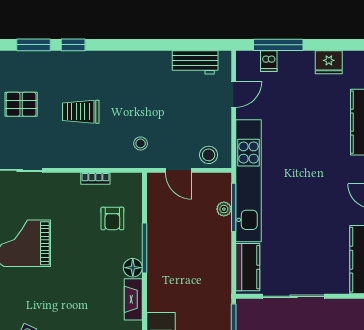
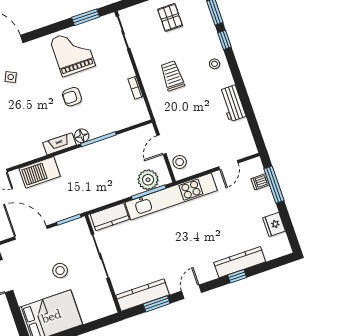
workbench: (195, 62) -> (232, 103), moved
door: (234, 94) -> (228, 165), hinge flipped
trolley: (81, 112) -> (172, 76), moved
stool: (141, 143) -> (215, 64), moved
plant: (224, 209) -> (148, 180), width x1.88, depth x1.88
armchair: (112, 218) -> (72, 97), moved

